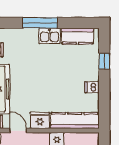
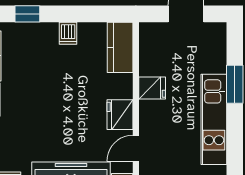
kitchen counter: (75, 120) -> (120, 47), width x0.67

